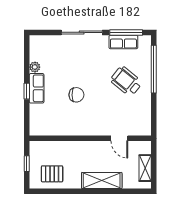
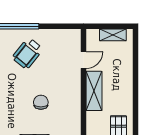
shelving: (102, 181) -> (94, 91), moved

